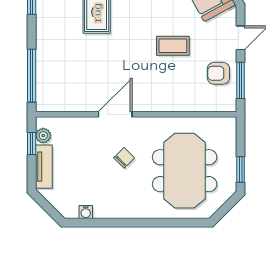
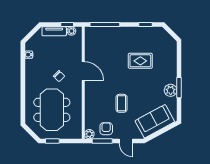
plant: (228, 104) -> (89, 134), added
meeting table: (185, 171) -> (52, 110), turned 90

